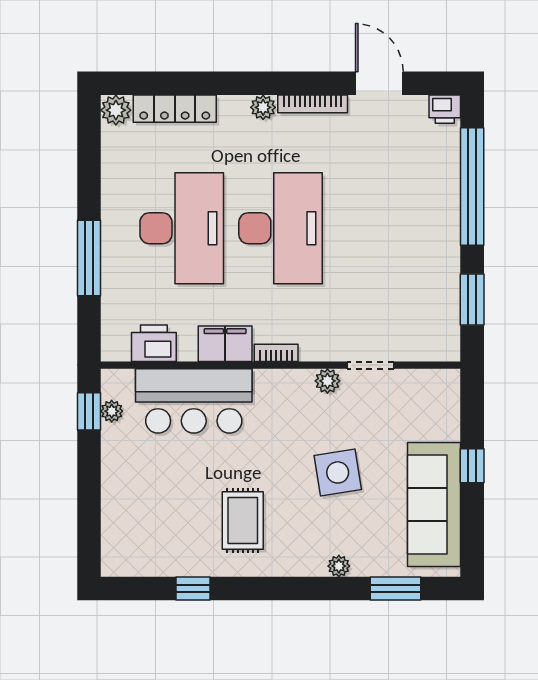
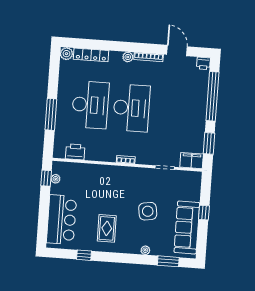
filing cabinet: (225, 344) -> (192, 161), moved
plant: (327, 381) -> (146, 173), removed
bar counter: (194, 401) -> (61, 220), moved, turned -90

